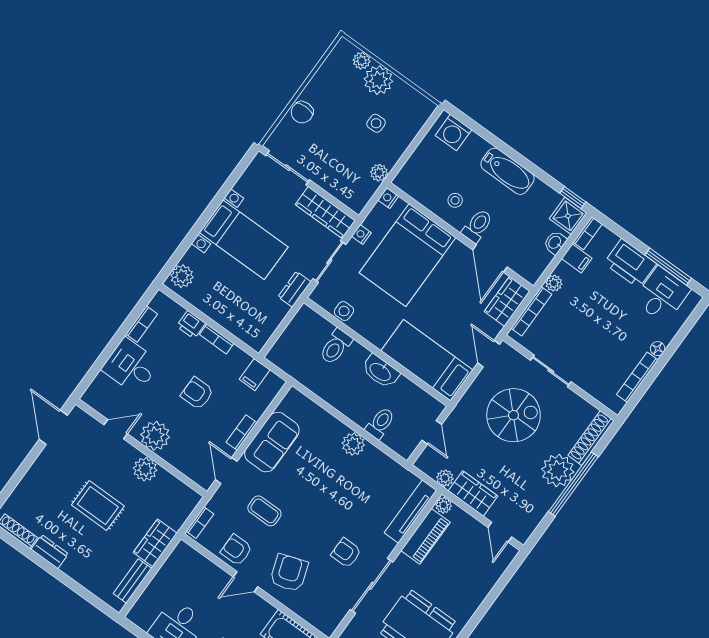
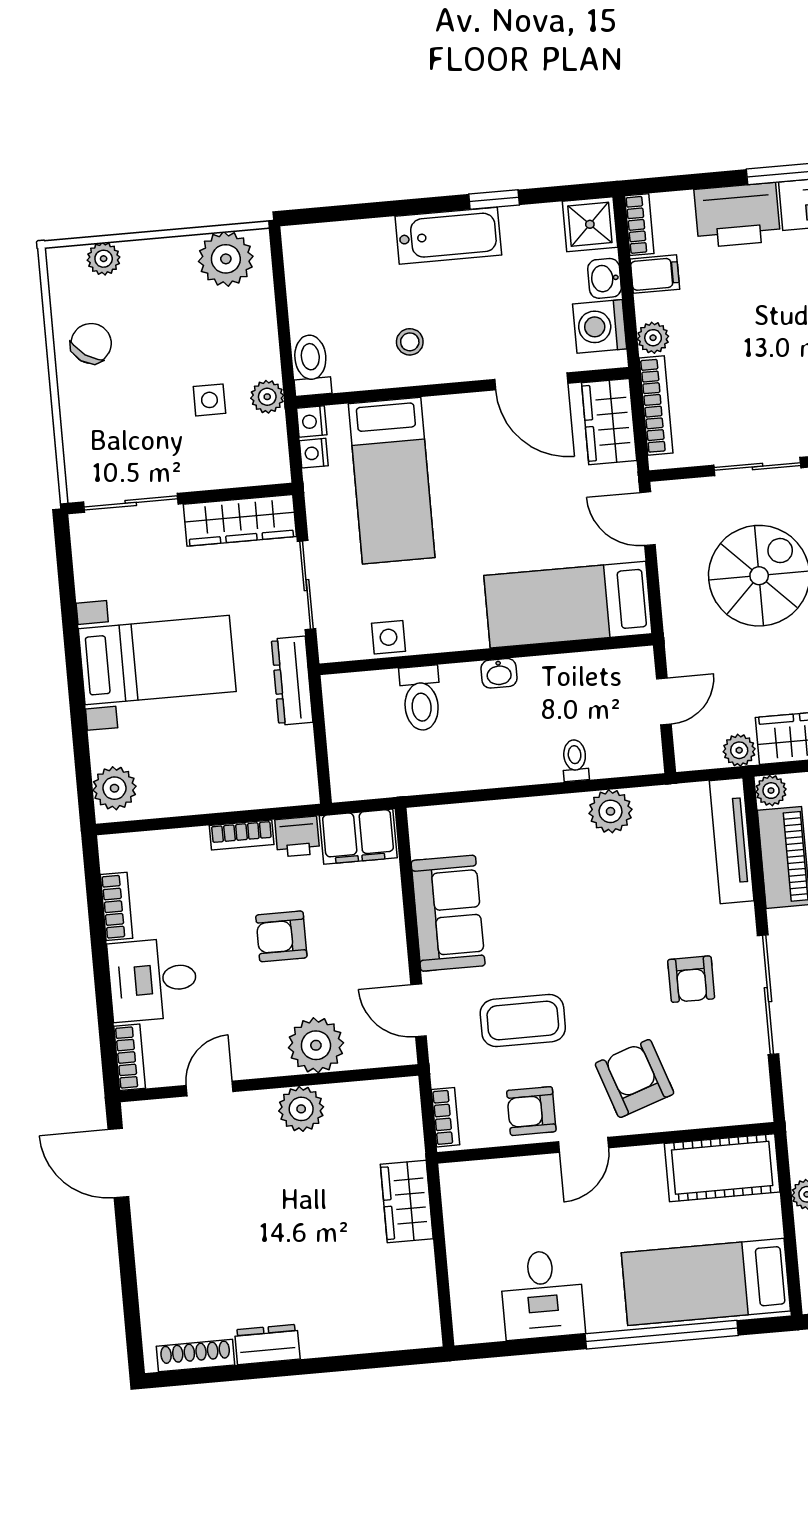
plant: (378, 80) -> (226, 259), moved
chair: (302, 112) -> (91, 343), moved, turned -145
side table: (376, 123) -> (209, 400), moved
washing machine: (453, 133) -> (600, 326), moved, turned 90
window: (573, 198) -> (494, 200), moved
toilet: (477, 226) -> (311, 365), moved
nightstand: (361, 234) -> (314, 453), moved
bed: (407, 255) -> (392, 481), width x0.67
dresser: (294, 289) -> (292, 681), width x1.44
printer: (191, 325) -> (297, 837), moved
washbasin: (381, 371) -> (499, 673), width x0.52, depth x0.69
filing cabinet: (255, 375) -> (358, 837), width x2.00
toilet: (380, 423) -> (575, 760), width x0.73, depth x0.72
door: (432, 432) -> (664, 701), hinge flipped
bookcase: (242, 433) -> (130, 1057), moved, turned 180
plant: (155, 436) -> (316, 1045), moved
plant: (353, 444) -> (611, 811), moved
rug: (98, 506) -> (279, 1219), removed
coffee table: (264, 511) -> (523, 1021), width x1.36, depth x1.30
armchair: (346, 553) -> (691, 979), turned -90
bench: (132, 581) -> (421, 1284), removed

